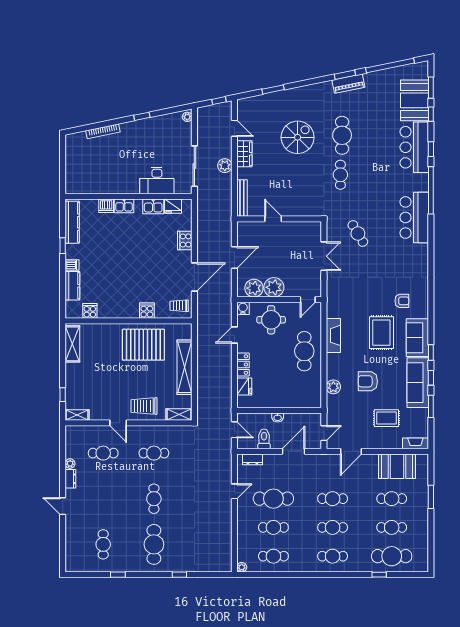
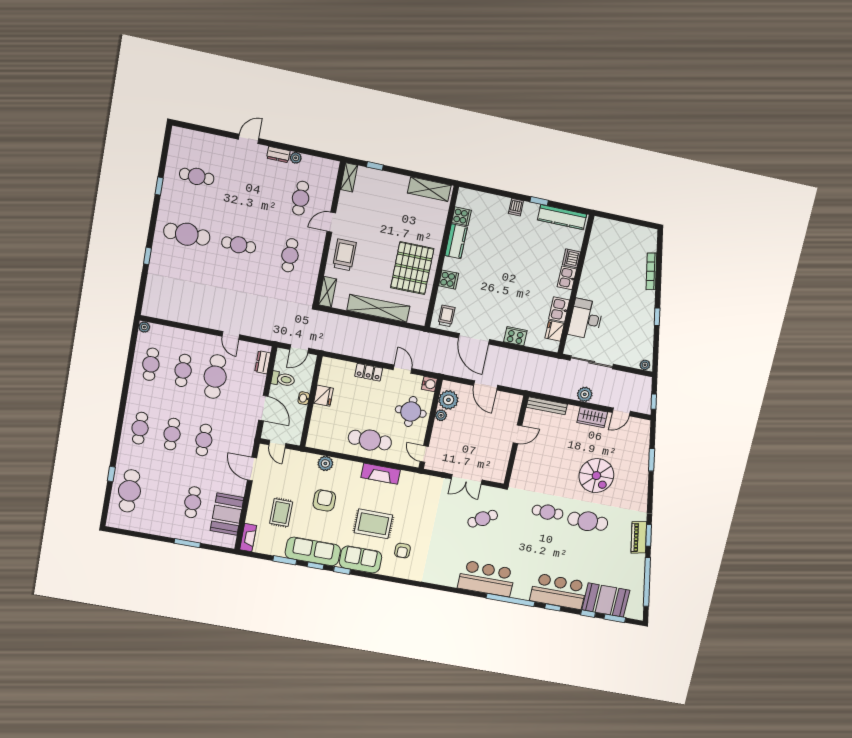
kitchen counter: (72, 286) -> (456, 241), moved, turned -90
plant: (274, 287) -> (441, 415), width x0.53, depth x0.53
fridge: (244, 386) -> (323, 396), moved, turned -90
cafe table: (392, 527) -> (161, 497), removed

